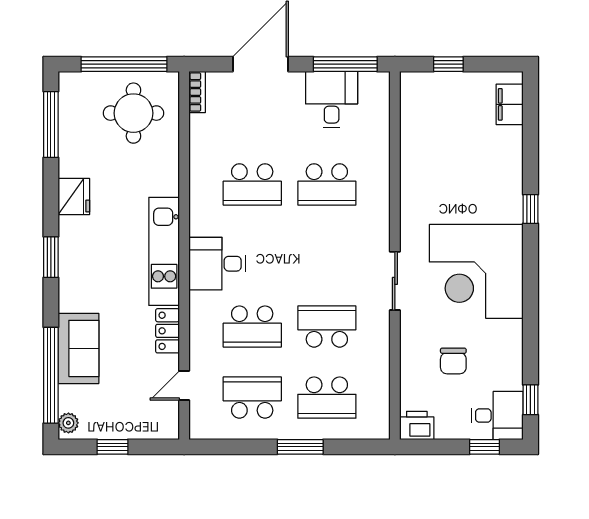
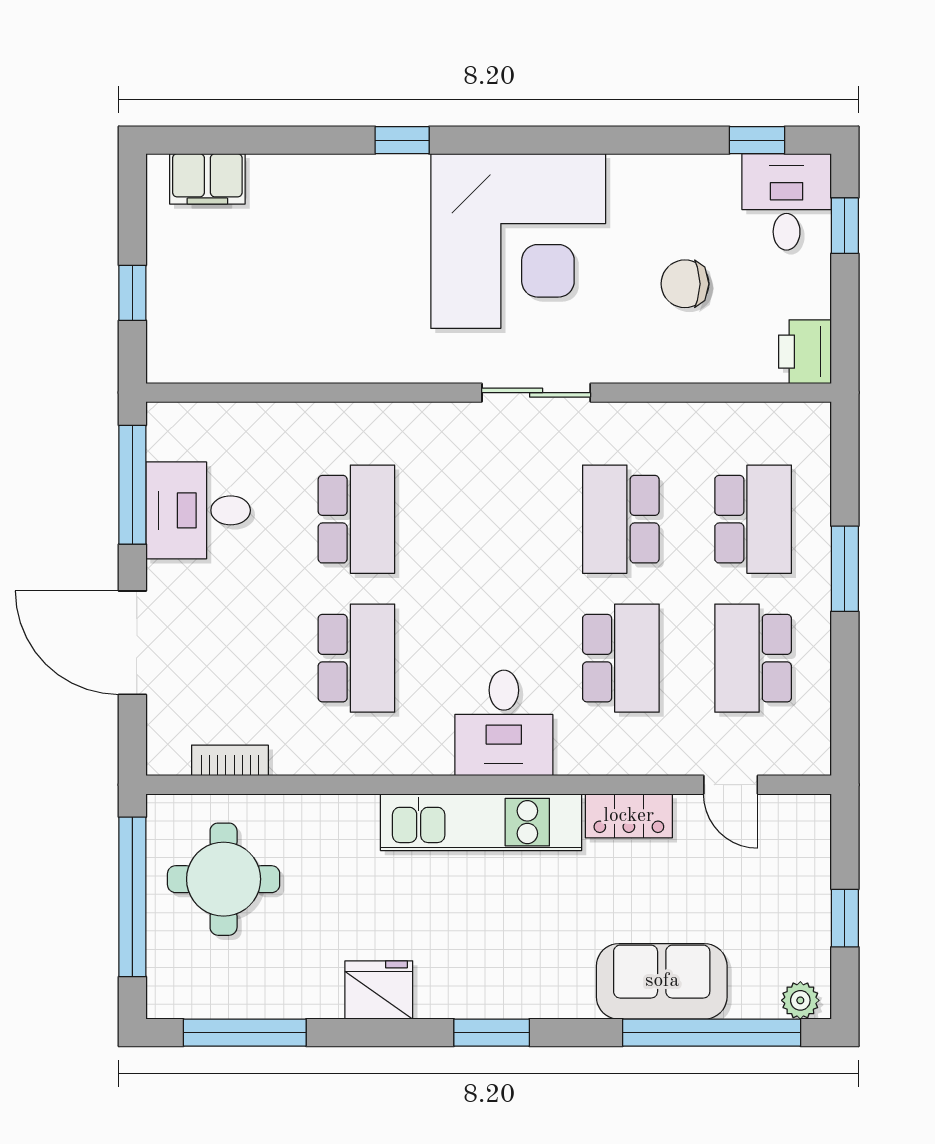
bookcase: (197, 92) -> (230, 760), moved
chair: (453, 361) -> (685, 284), turned 180

